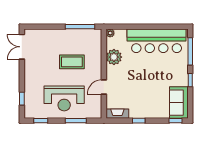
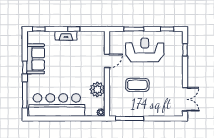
sofa: (179, 103) -> (36, 59), moved
fireplace: (117, 114) -> (66, 36), moved

